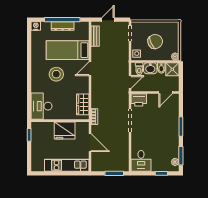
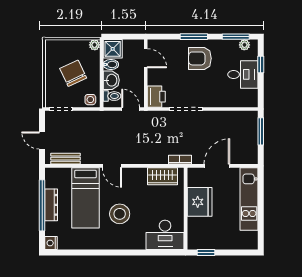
armchair: (166, 131) -> (200, 58), added
desk: (141, 161) -> (243, 74), moved

